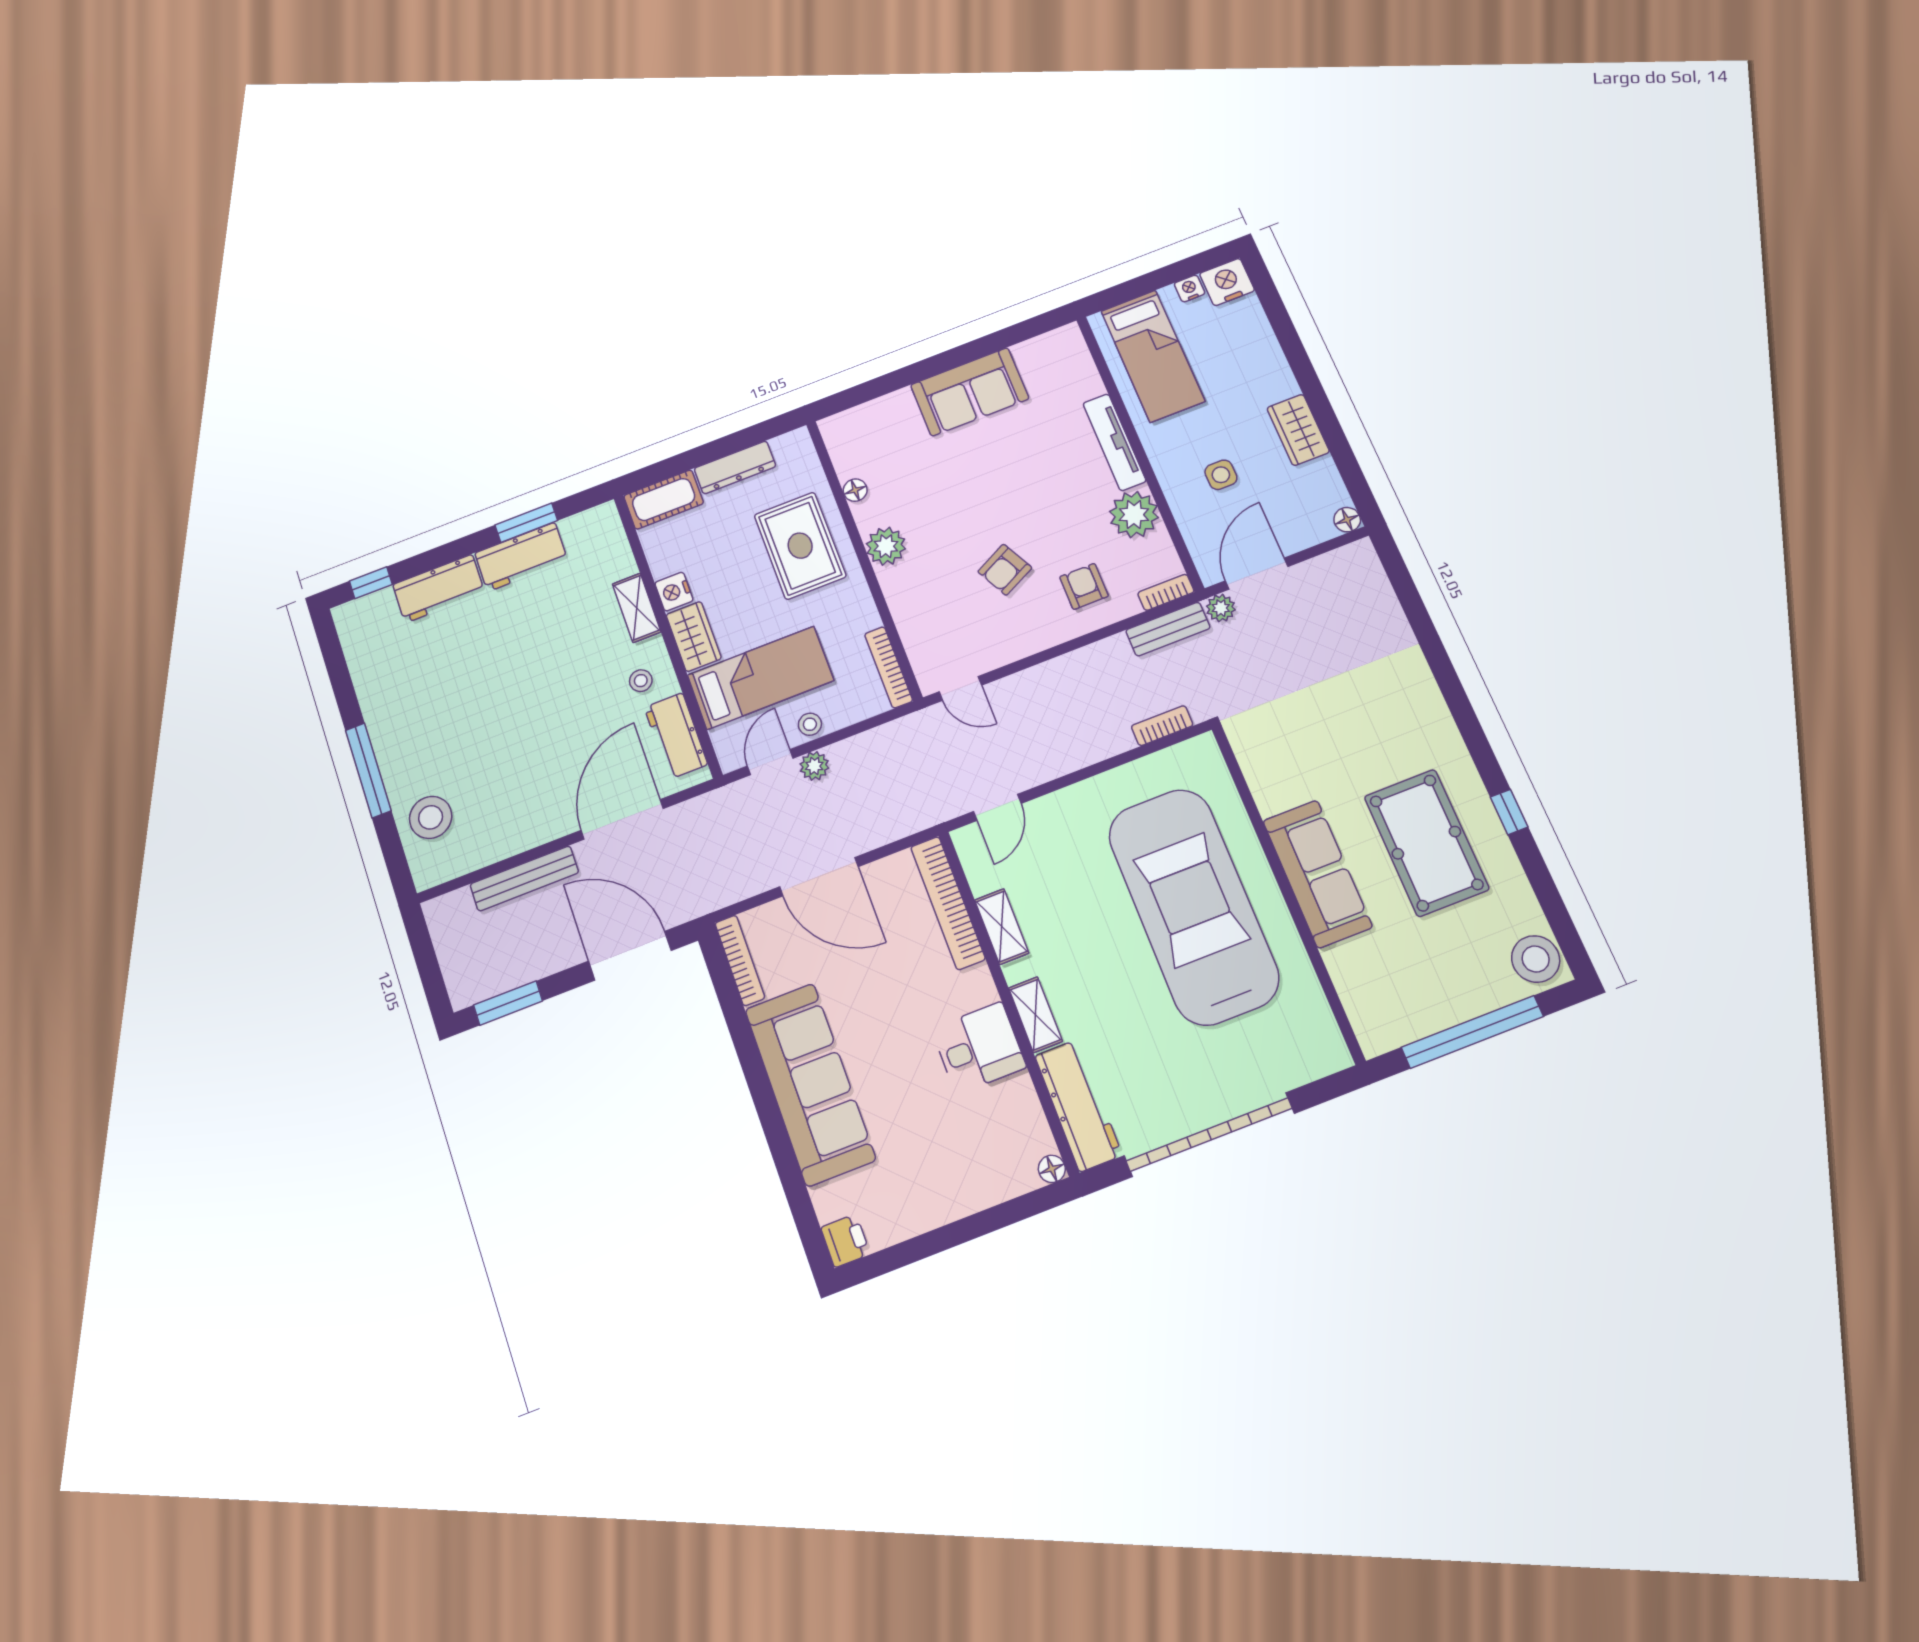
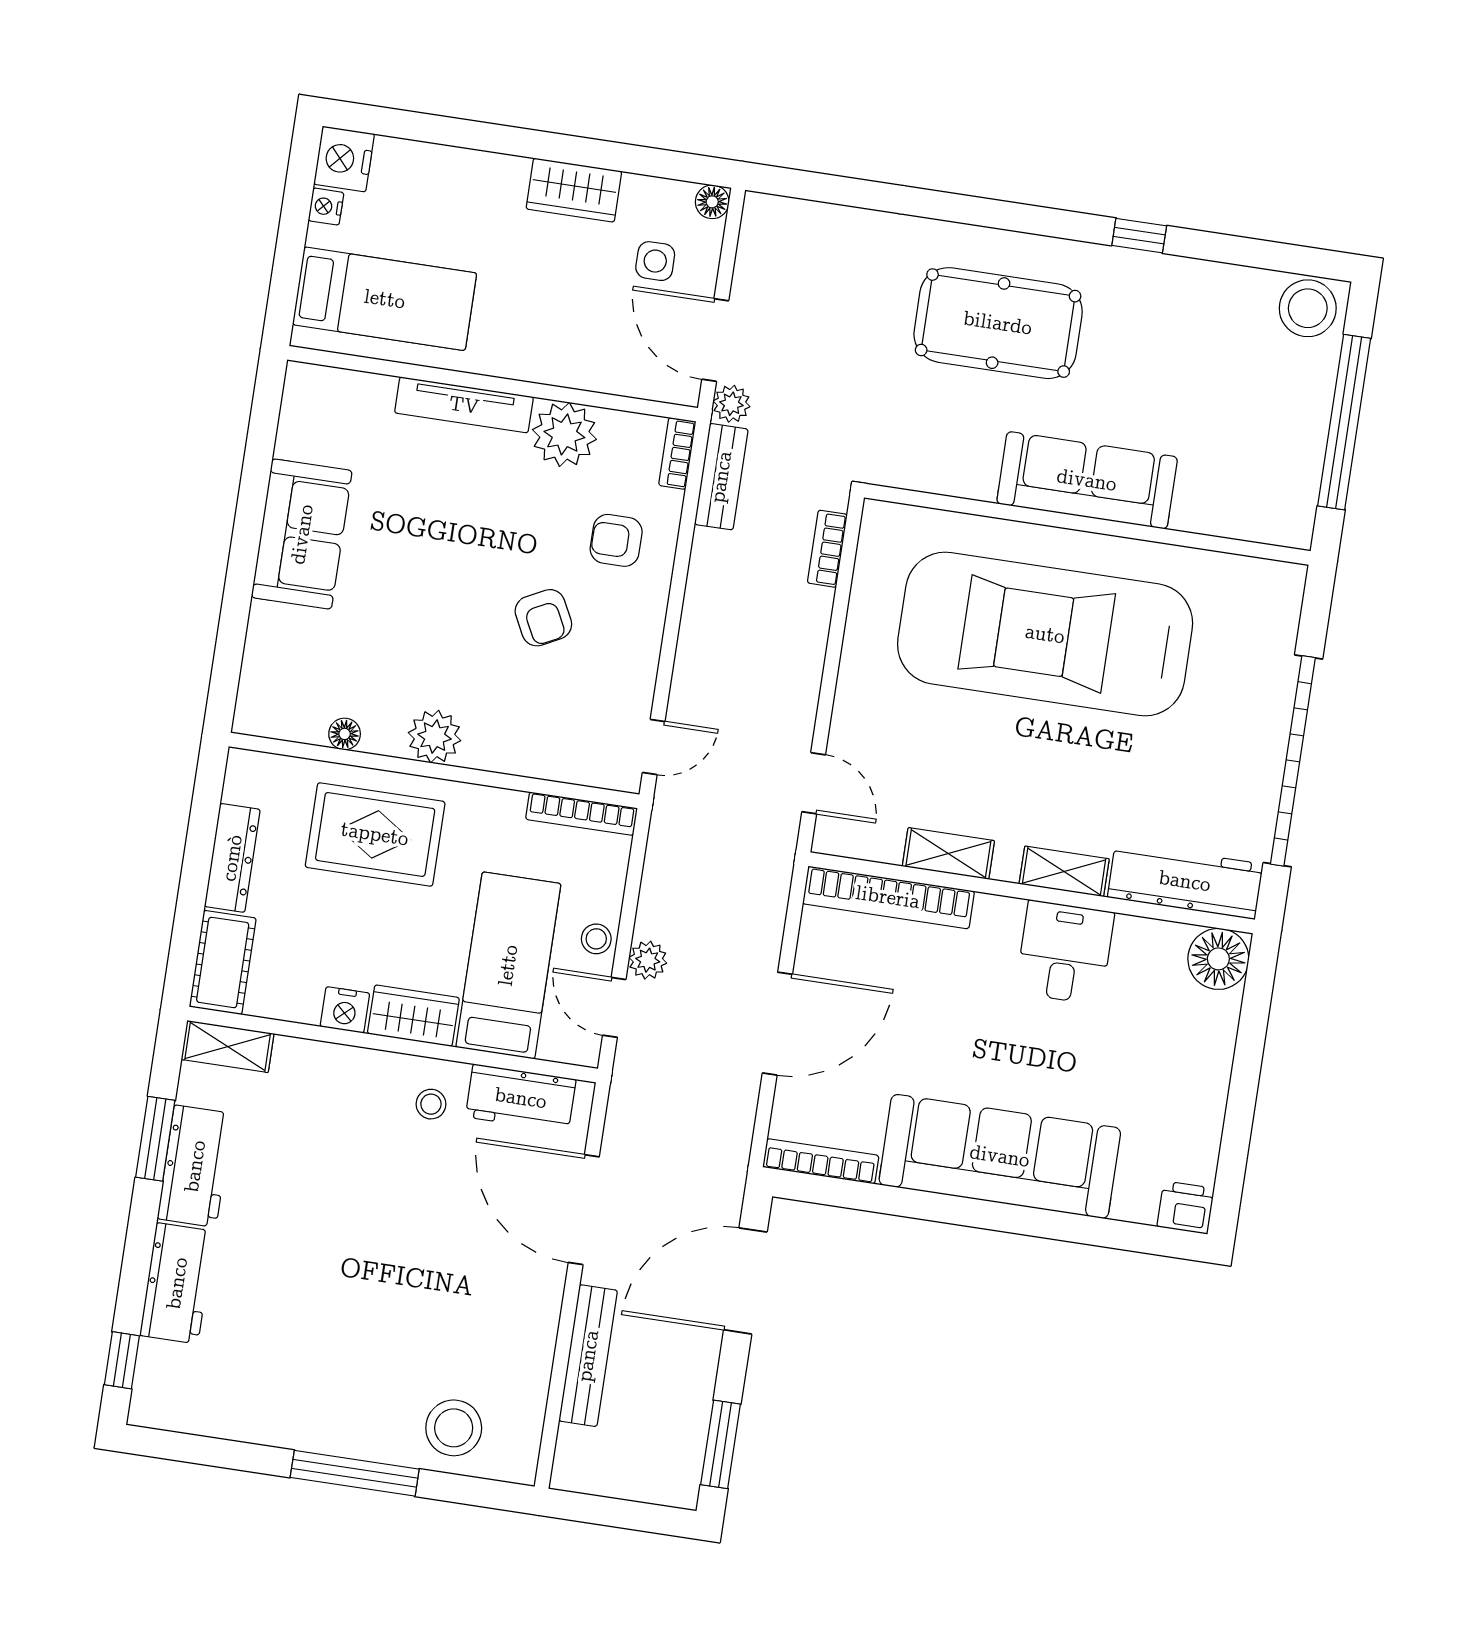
side table: (1221, 475) -> (655, 261), moved
shelving: (637, 608) -> (228, 1047), moved
pool table: (1426, 843) -> (998, 323), moved
floor lamp: (1052, 1169) -> (1218, 959), width x1.89, depth x1.89

